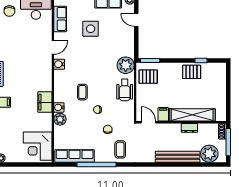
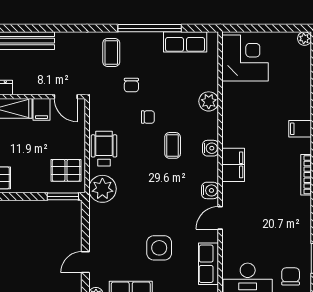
door: (136, 20) -> (85, 262), swing flipped
filing cabinet: (45, 102) -> (233, 165), moved
water cooler: (59, 107) -> (211, 148), moved
row of seats: (75, 156) -> (185, 42), width x0.68

